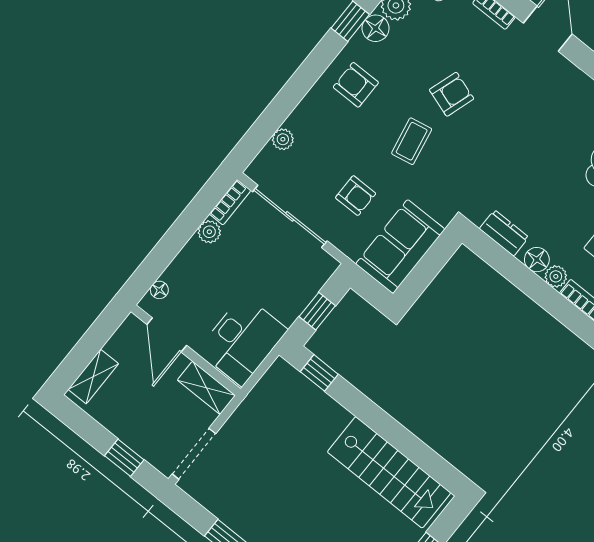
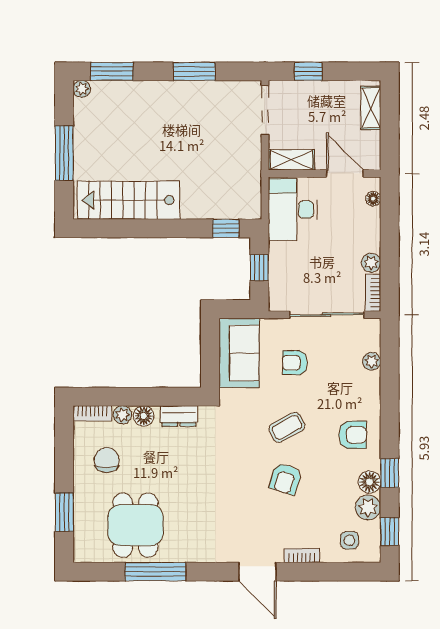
coffee table: (412, 141) -> (287, 427), turned 73

